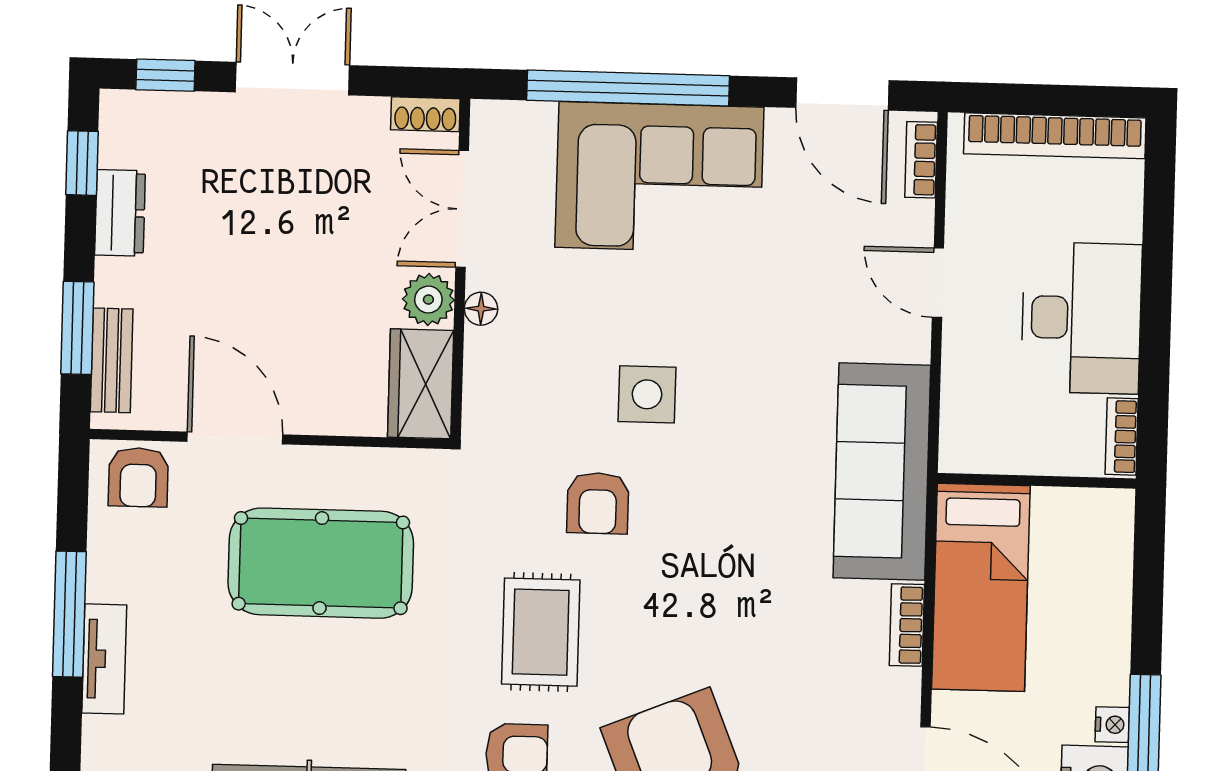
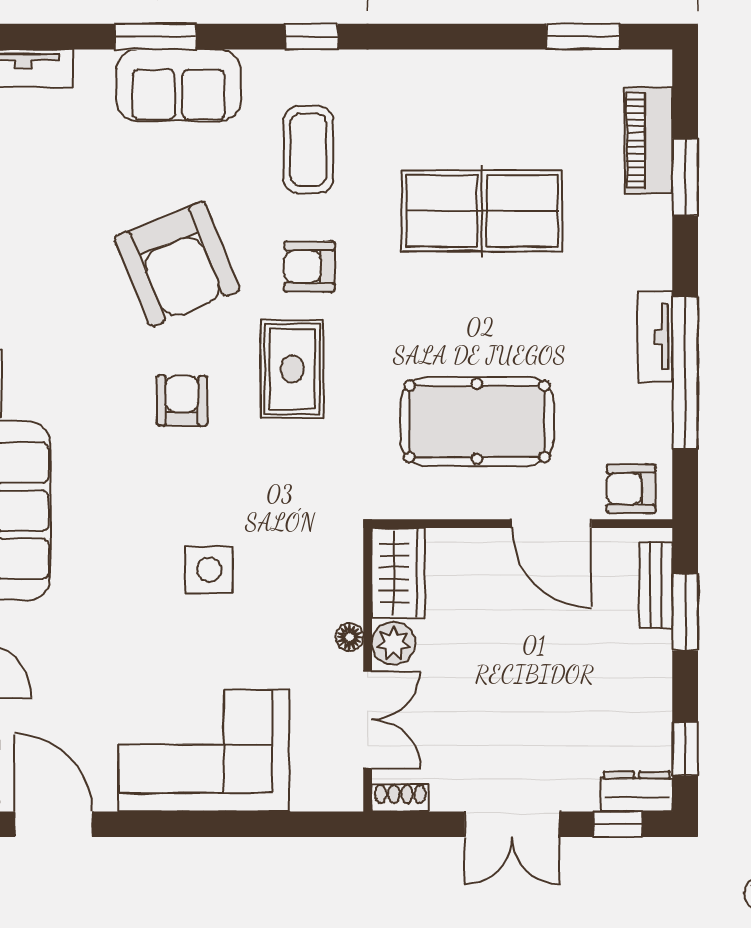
window: (628, 88) -> (232, 824), removed
dresser: (120, 213) -> (637, 791), moved, turned 90
armchair: (138, 477) -> (631, 489), turned -90
armchair: (598, 503) -> (182, 401), moved
window: (69, 614) -> (685, 373), width x1.46

